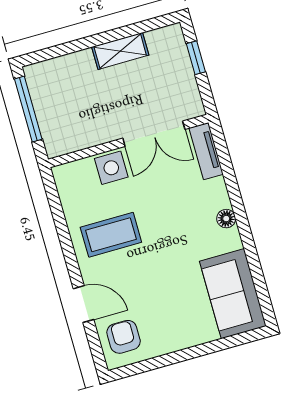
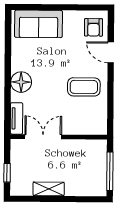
side table: (111, 168) -> (73, 125), removed
floor lamp: (226, 219) -> (21, 82), width x1.89, depth x1.89
sofa: (233, 294) -> (38, 24), moved, turned 90

